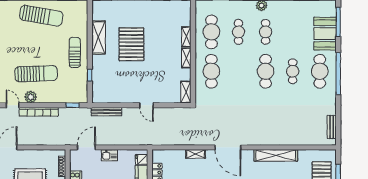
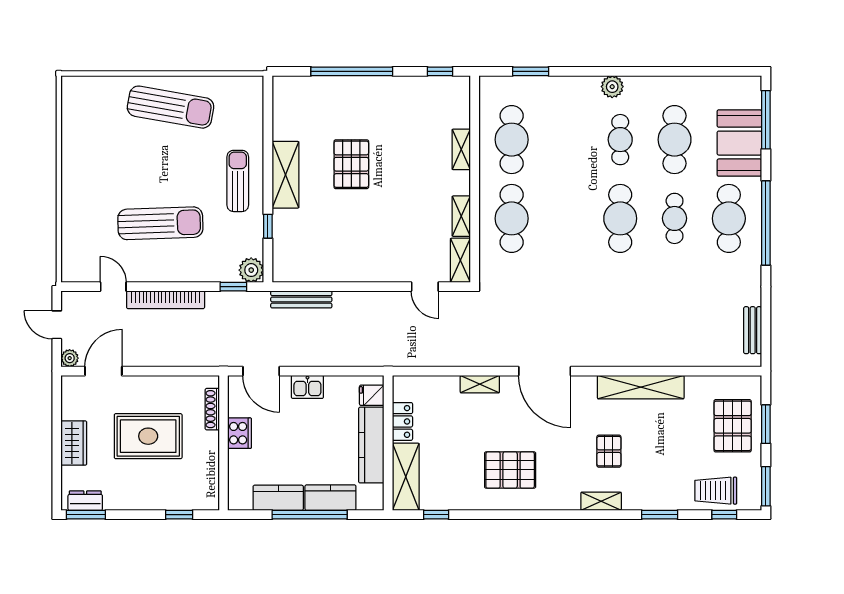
cafe table: (238, 32) -> (675, 140), moved, width x1.37, depth x1.35
shelving: (99, 38) -> (285, 175), moved
pallet: (131, 44) -> (351, 164), width x0.73, depth x0.71
shelving: (186, 58) -> (461, 216), moved
plant: (31, 97) -> (251, 270), moved
door: (147, 105) -> (425, 287), moved
door: (86, 147) -> (261, 371), swing flipped

